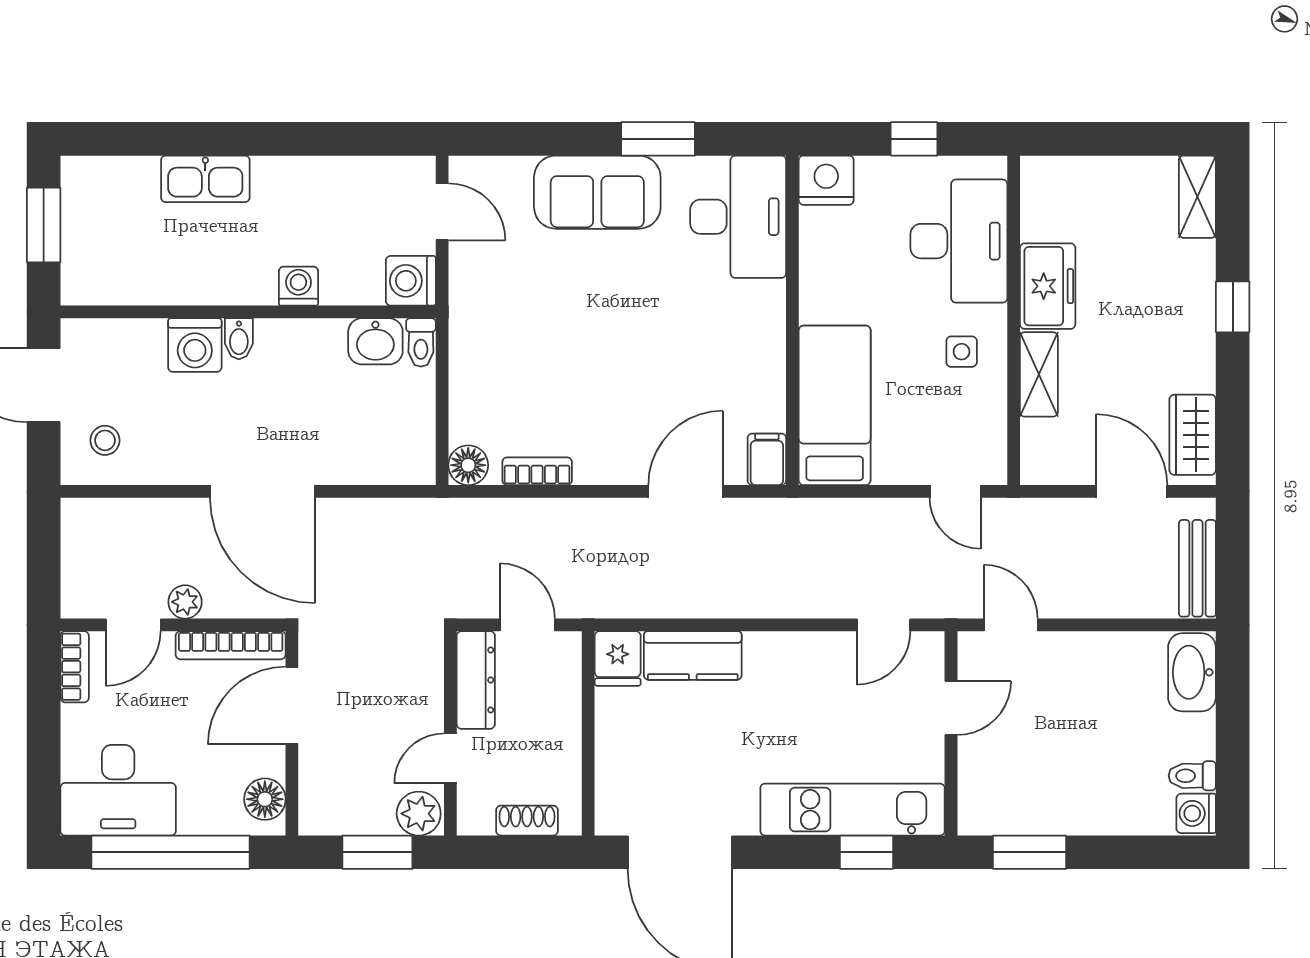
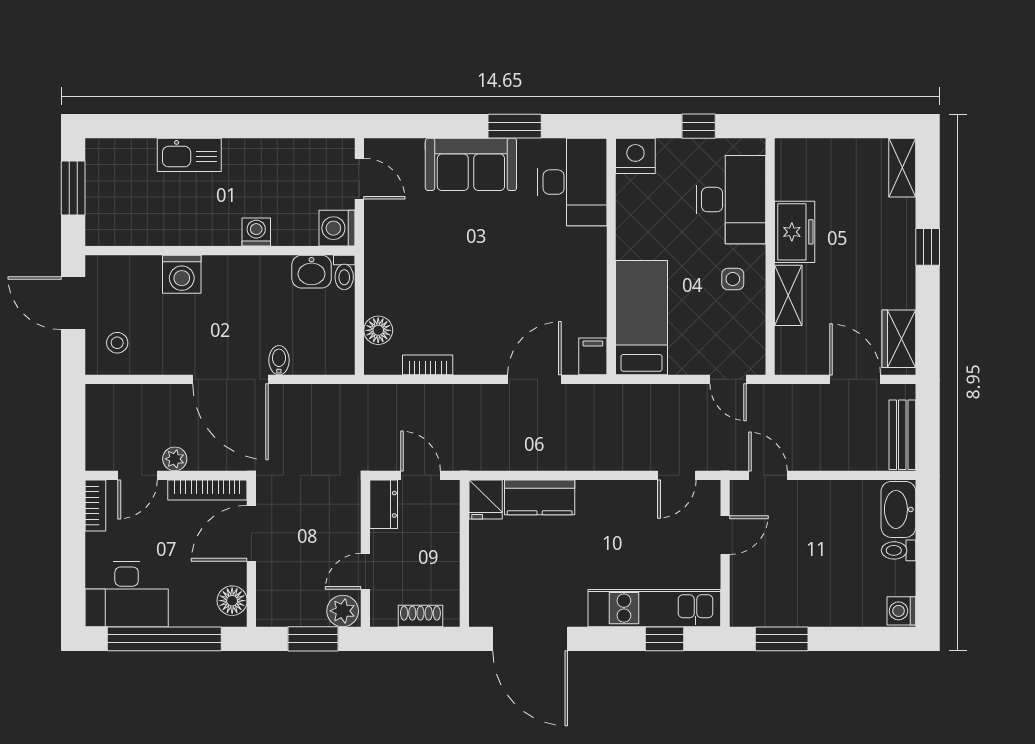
bidet: (239, 339) -> (279, 360), moved, turned 180
floor lamp: (468, 465) -> (378, 330), moved
dresser: (476, 680) -> (384, 504), width x0.70
toilet: (1192, 776) -> (899, 550), moved

